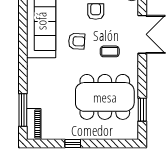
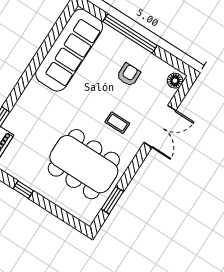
armchair: (77, 41) -> (91, 92), removed

